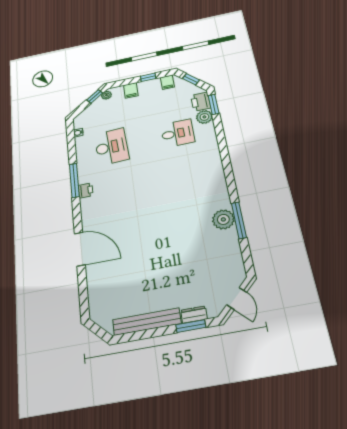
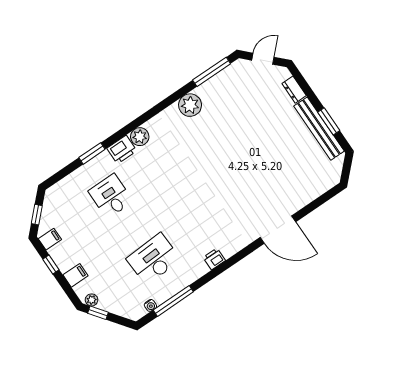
printer: (201, 102) -> (122, 150), moved
window: (214, 104) -> (92, 153), moved
plant: (204, 117) -> (140, 137), moved
window: (74, 180) -> (173, 301), moved
window: (239, 220) -> (212, 72), moved
door: (80, 249) -> (278, 230), swing flipped
window: (191, 326) -> (329, 121), moved

